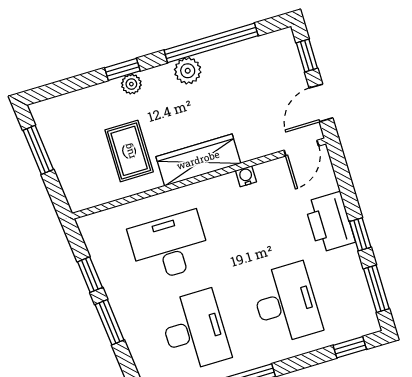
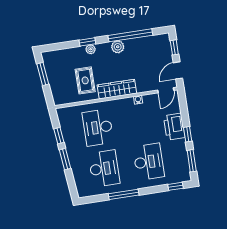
desk: (169, 246) -> (98, 128), turned -90

